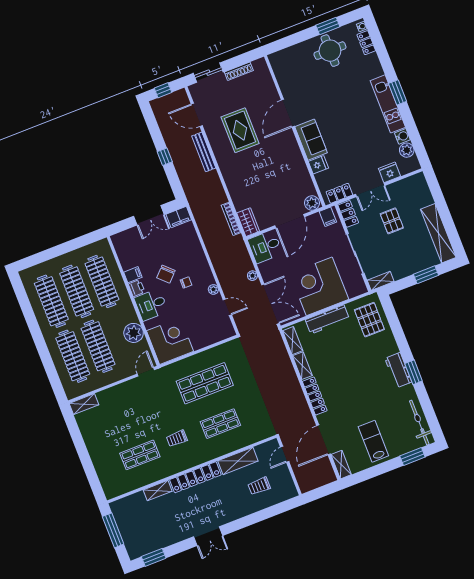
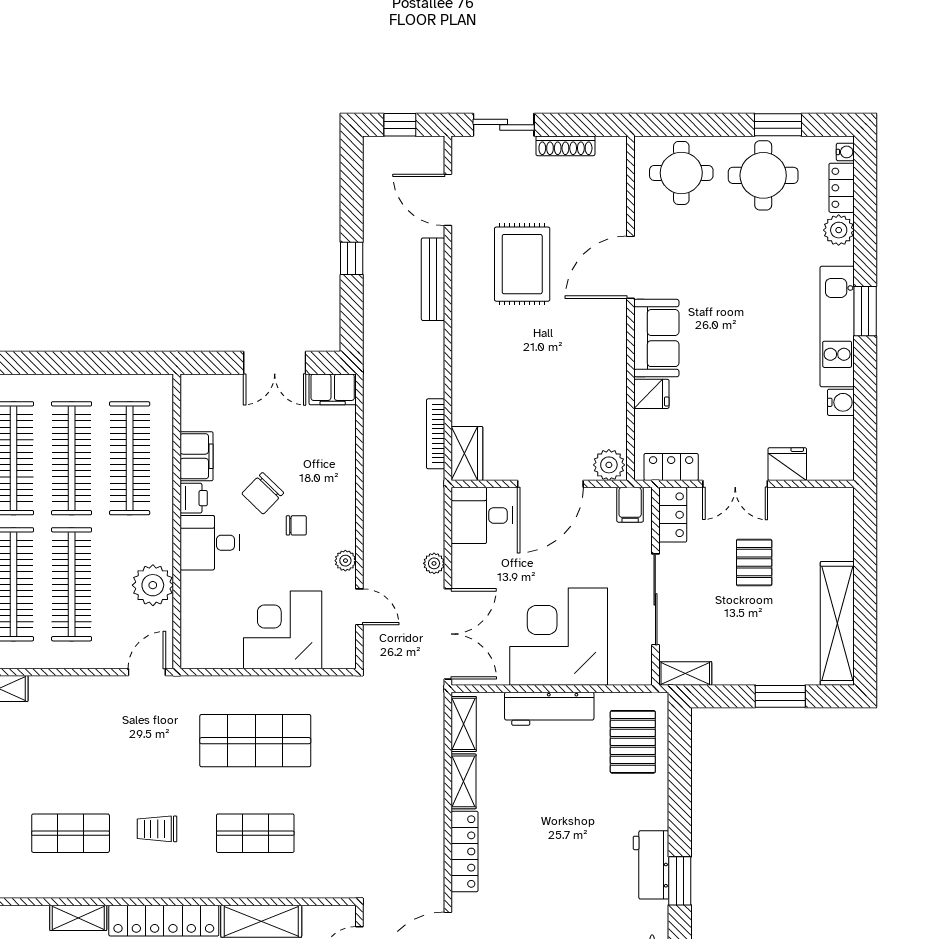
round table: (294, 63) -> (681, 173), added
plant: (407, 150) -> (839, 230), moved
filing cabinet: (133, 275) -> (197, 456), width x2.00
corner desk: (170, 341) -> (283, 630), moved, turned -90

